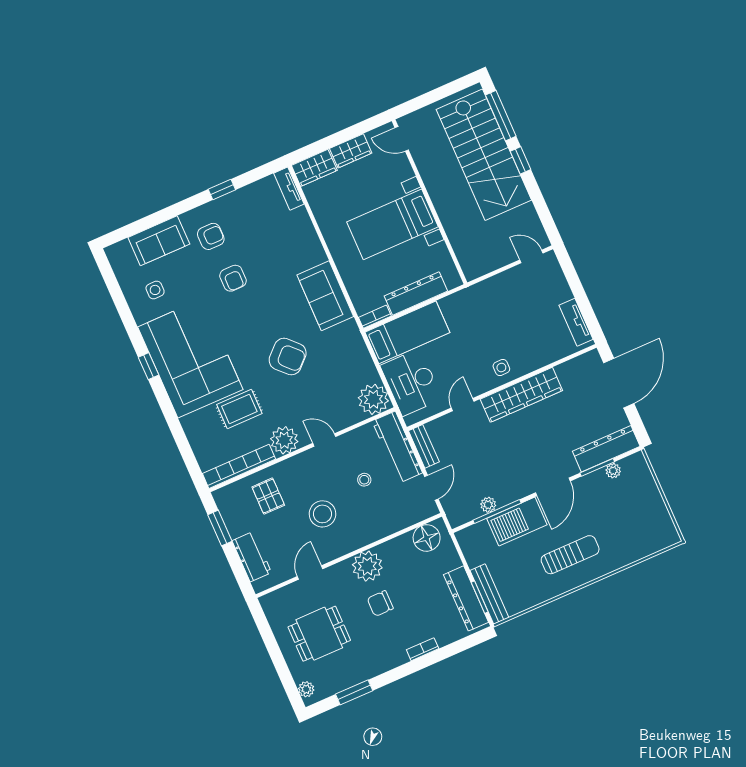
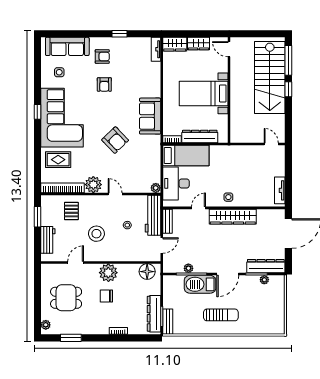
sofa: (159, 241) -> (67, 46), width x1.36
plant: (373, 399) -> (156, 188), width x0.53, depth x0.53
rug: (239, 409) -> (58, 160), moved
bench: (489, 594) -> (168, 322), width x0.73

